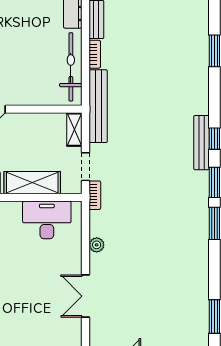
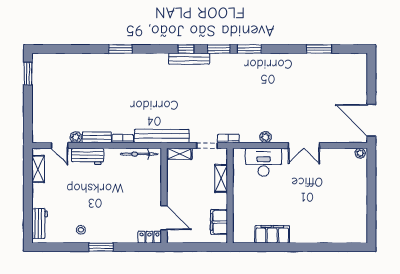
bicycle: (71, 67) -> (139, 154), width x0.73, depth x0.71
shelving: (32, 183) -> (221, 178), width x0.67, depth x0.75
desk: (47, 220) -> (264, 162), moved, turned 90

